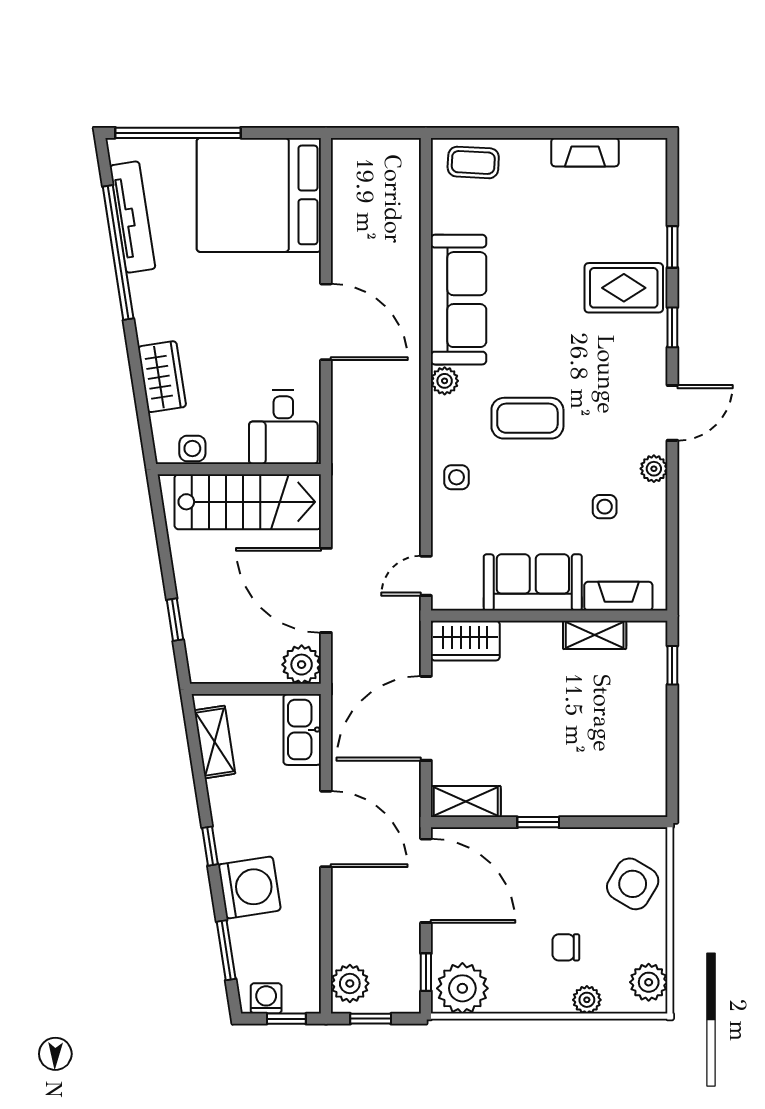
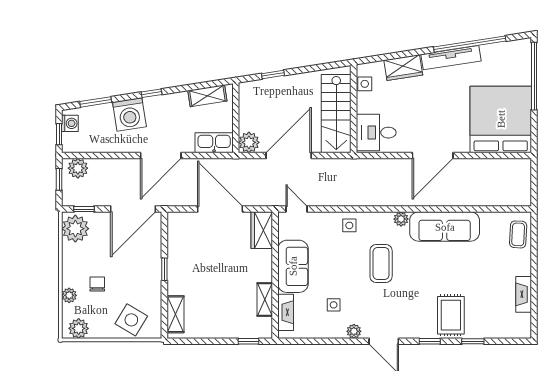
tv unit: (133, 217) -> (451, 58), moved
shelving: (466, 802) -> (175, 314), moved

